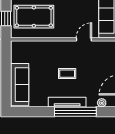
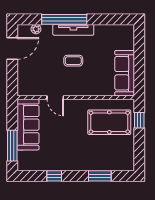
door: (84, 39) -> (55, 98), hinge flipped
sofa: (20, 85) -> (125, 73), moved

